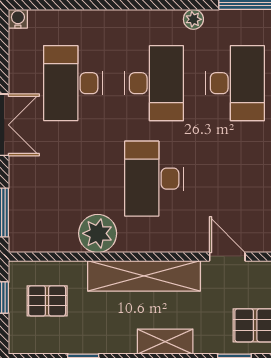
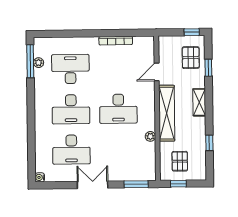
plant: (193, 19) -> (39, 63), moved
desk: (154, 83) -> (71, 109), turned 180
plant: (98, 233) -> (150, 136), width x0.53, depth x0.53

